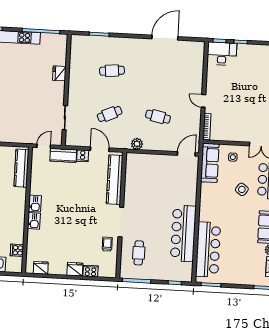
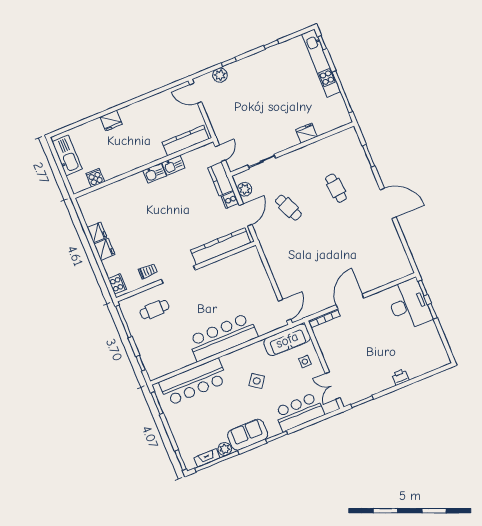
door: (165, 38) -> (388, 203), moved
desk: (222, 54) -> (409, 304), width x1.36, depth x1.30
door: (203, 101) -> (350, 301), width x1.87
cafe table: (158, 117) -> (310, 261), removed
plant: (137, 144) -> (245, 189), moved
door: (44, 146) -> (220, 153), hinge flipped
door: (186, 154) -> (285, 310), hinge flipped
side table: (242, 189) -> (257, 381), moved
kitchen sink: (34, 221) -> (173, 165), moved
bar counter: (183, 233) -> (223, 337), moved
fridge: (41, 268) -> (97, 232), moved
cooker: (91, 271) -> (117, 284), moved

